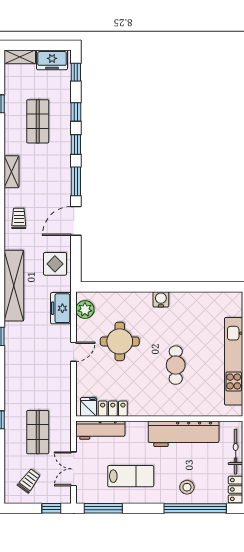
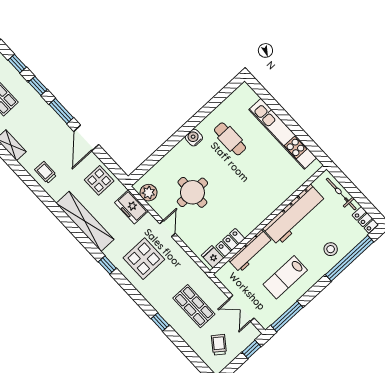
display table: (33, 358) -> (144, 259), added
cafe table: (176, 365) -> (230, 139), moved
workbench: (100, 430) -> (251, 251), moved
lab bench: (131, 476) -> (285, 277), turned 180

